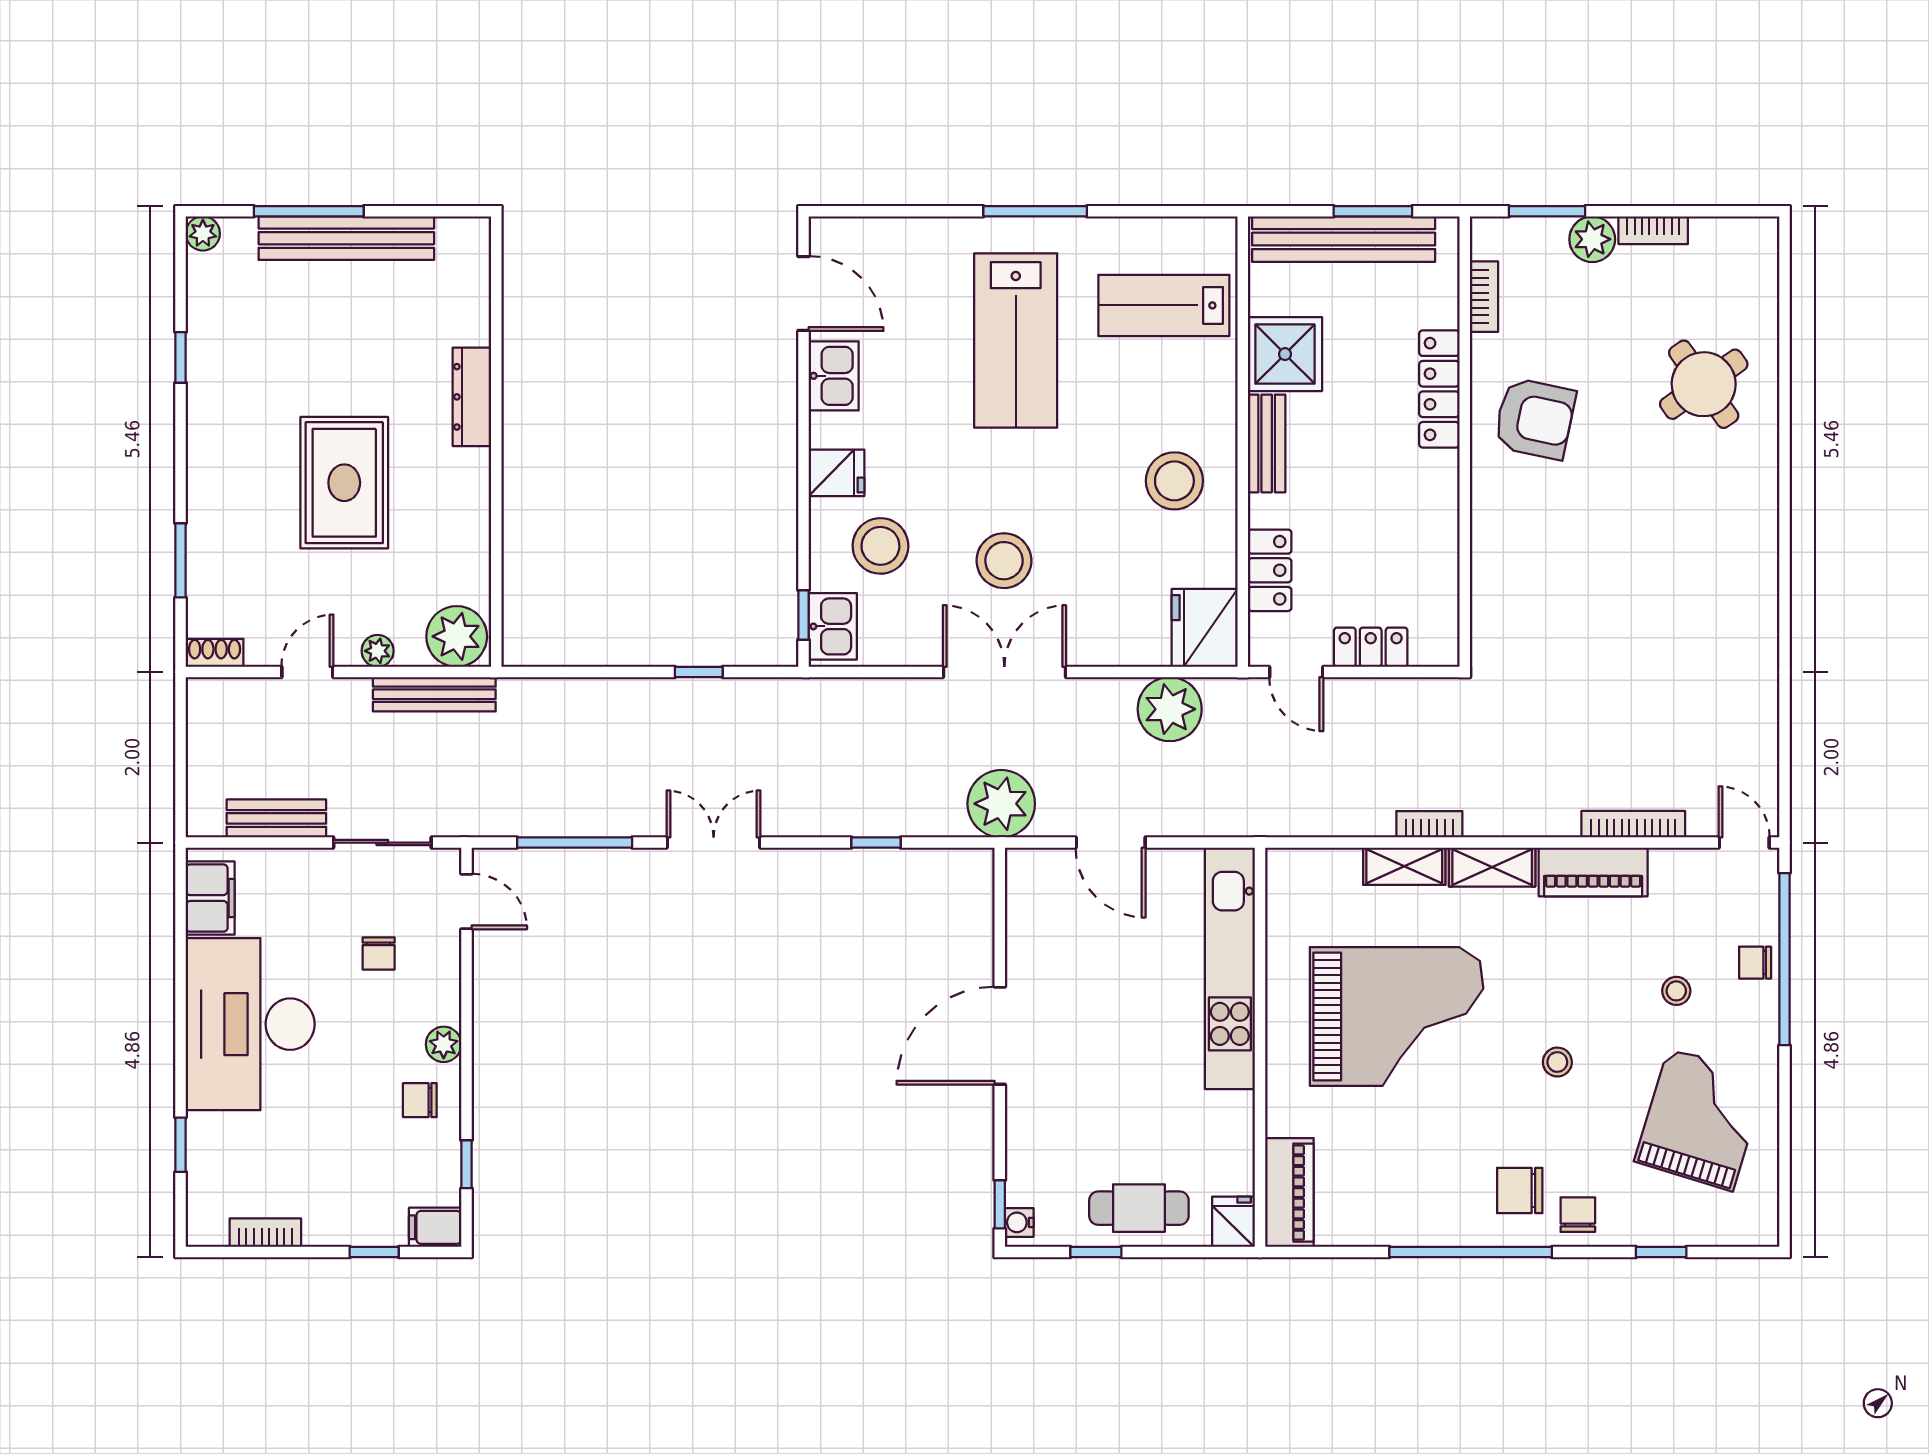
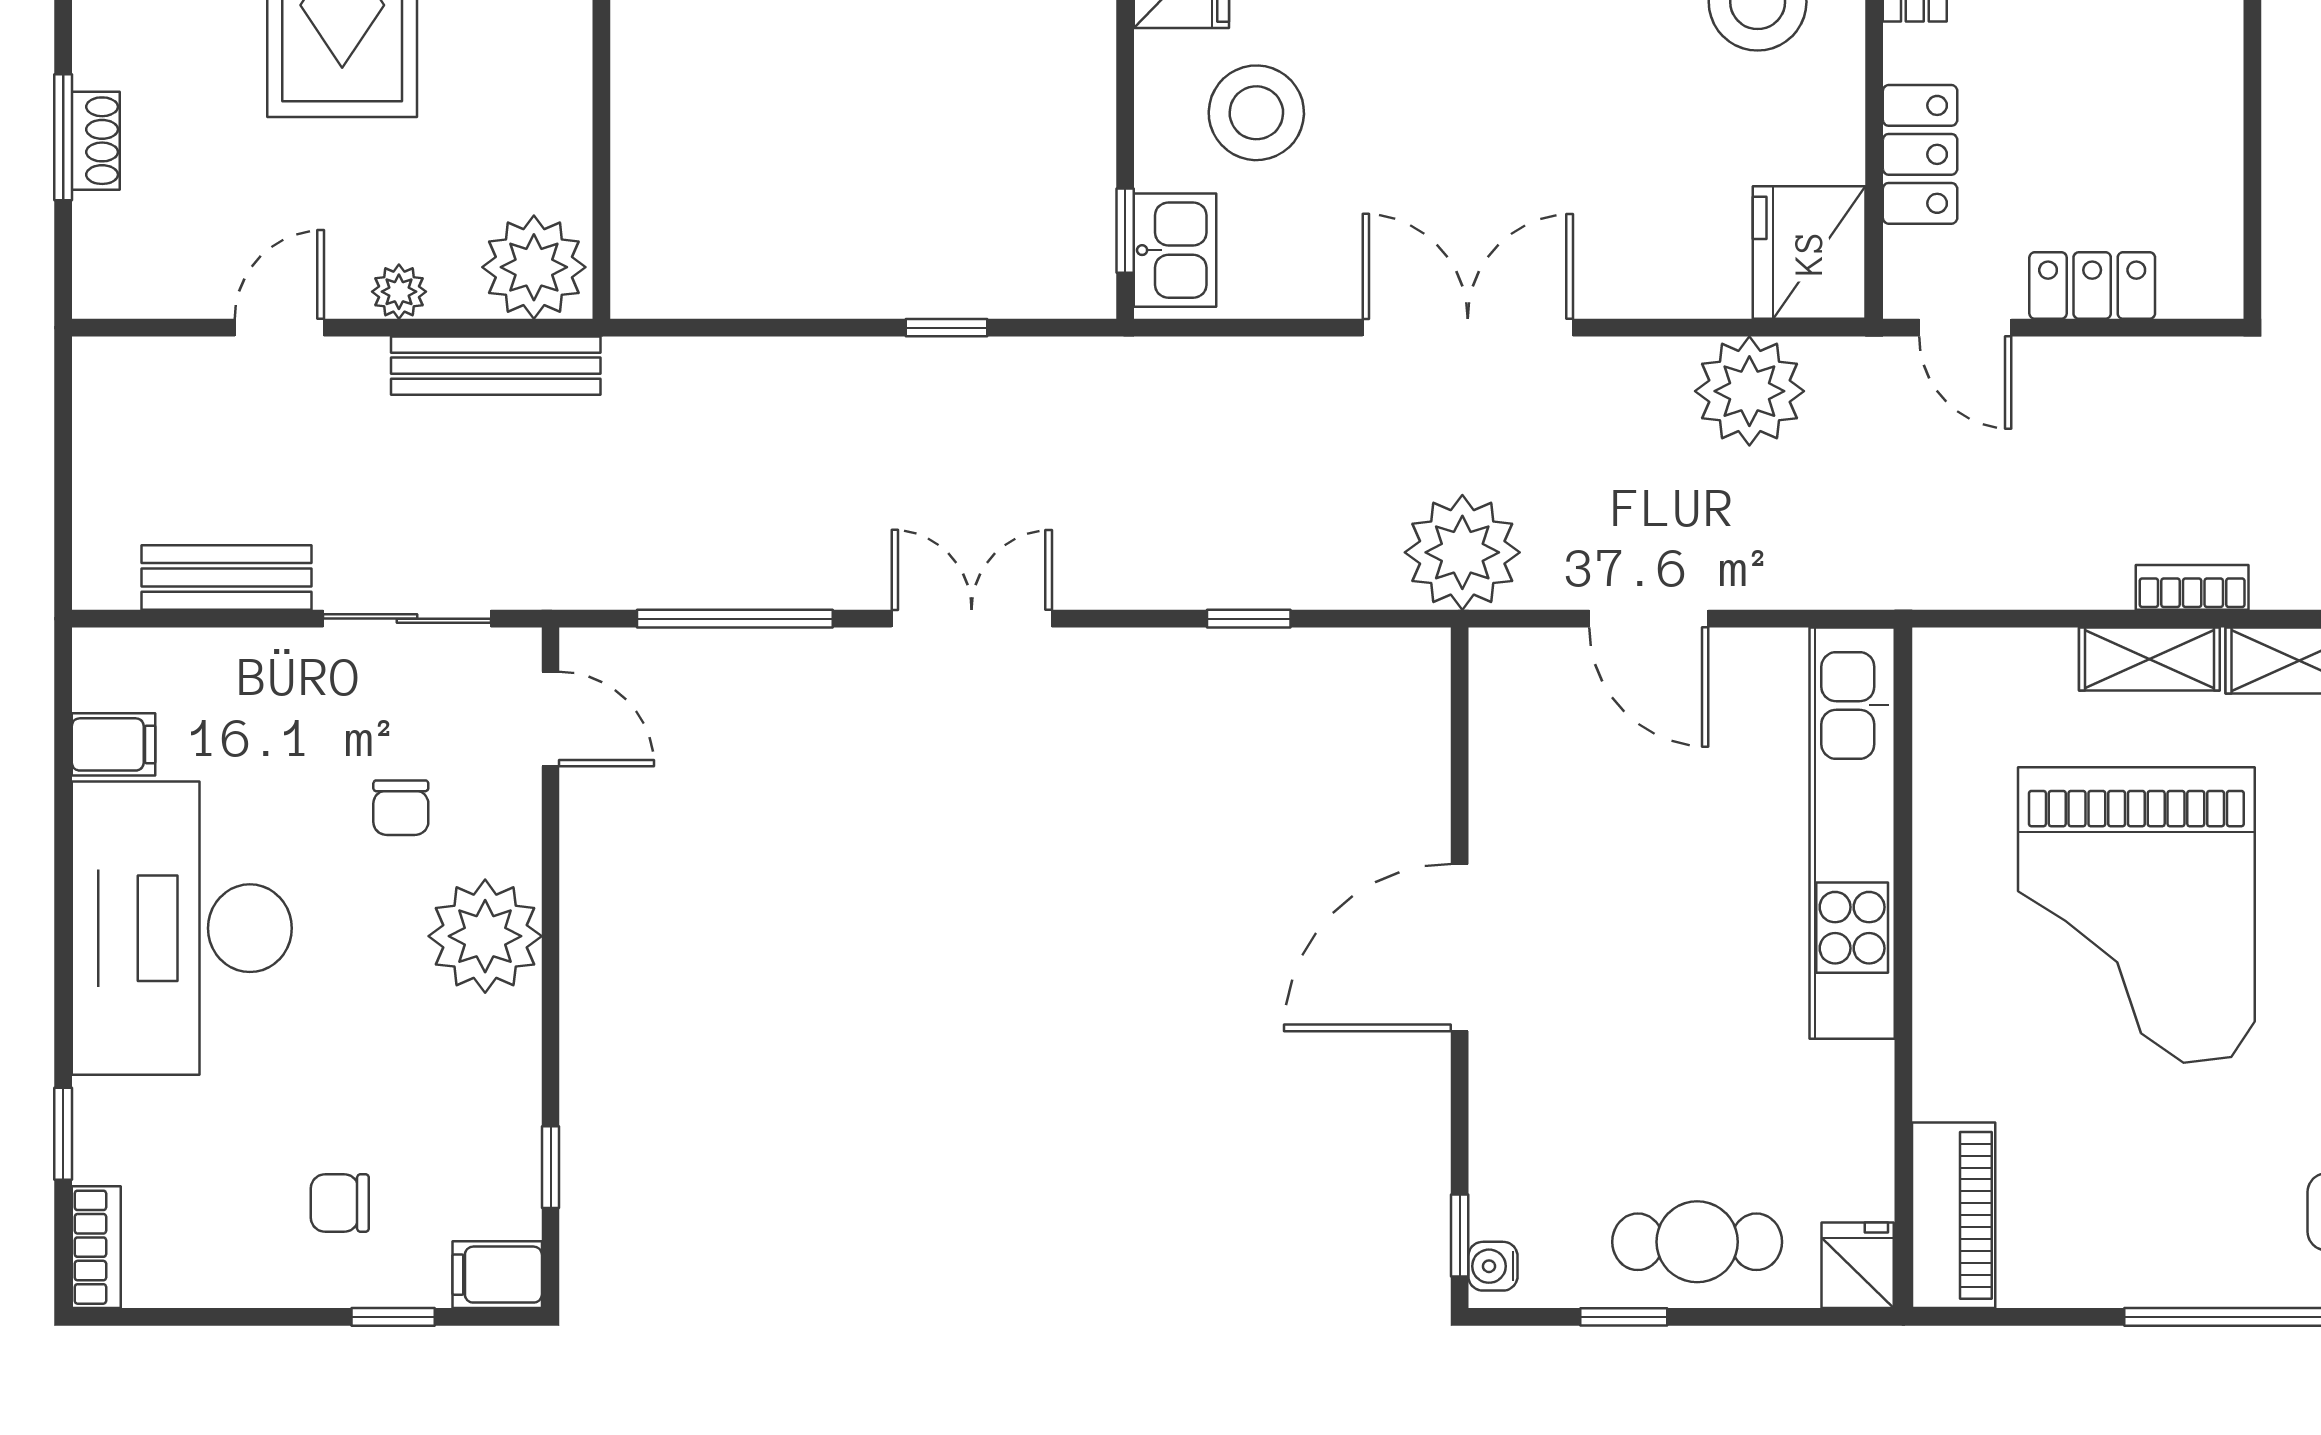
stool: (1004, 561) -> (1467, 138), removed
shoe rack: (215, 653) -> (96, 141), moved, turned 90
filing cabinet: (210, 898) -> (114, 744), width x0.50
grand piano: (1397, 1016) -> (2136, 915), turned 90
plant: (444, 1044) -> (485, 936), width x1.88, depth x1.88
chair: (420, 1100) -> (340, 1203), moved
bookcase: (265, 1233) -> (96, 1247), moved, turned 90

